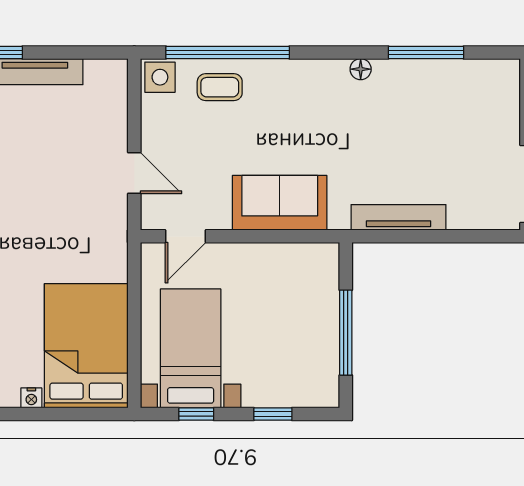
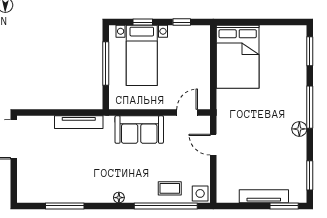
floor lamp: (361, 69) -> (119, 198), moved
bed with nightstands: (191, 348) -> (142, 55), moved
nightstand: (31, 398) -> (266, 30), removed

